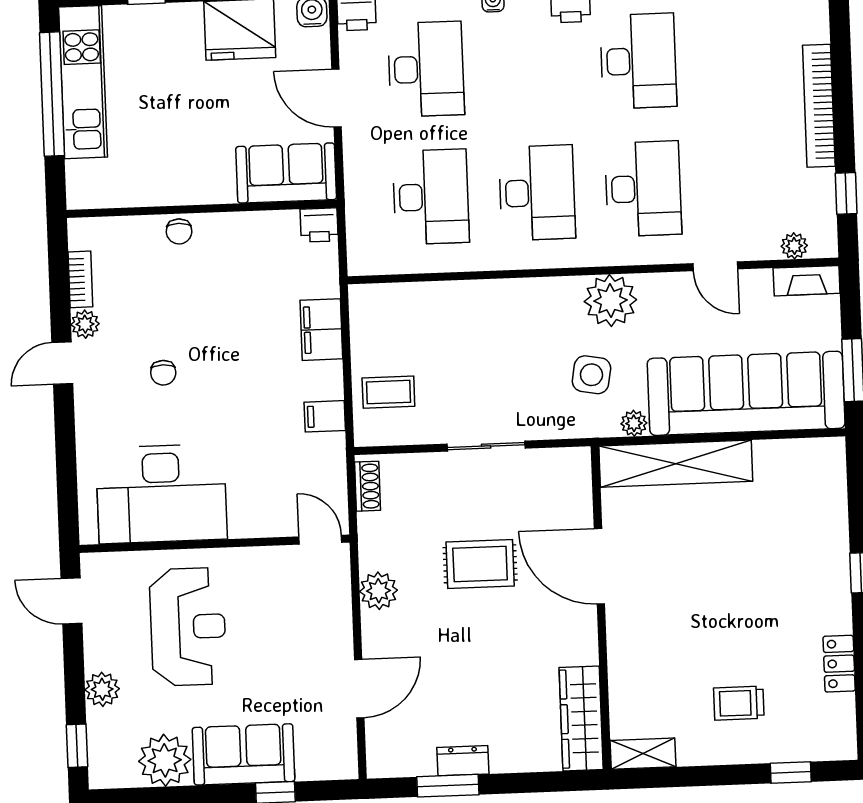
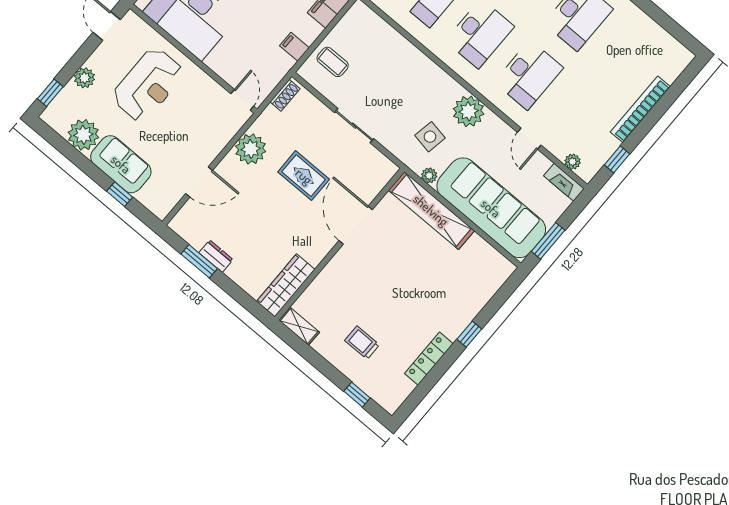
plant: (379, 591) -> (251, 149), width x1.36, depth x1.36
locker: (839, 664) -> (429, 359), width x1.53

